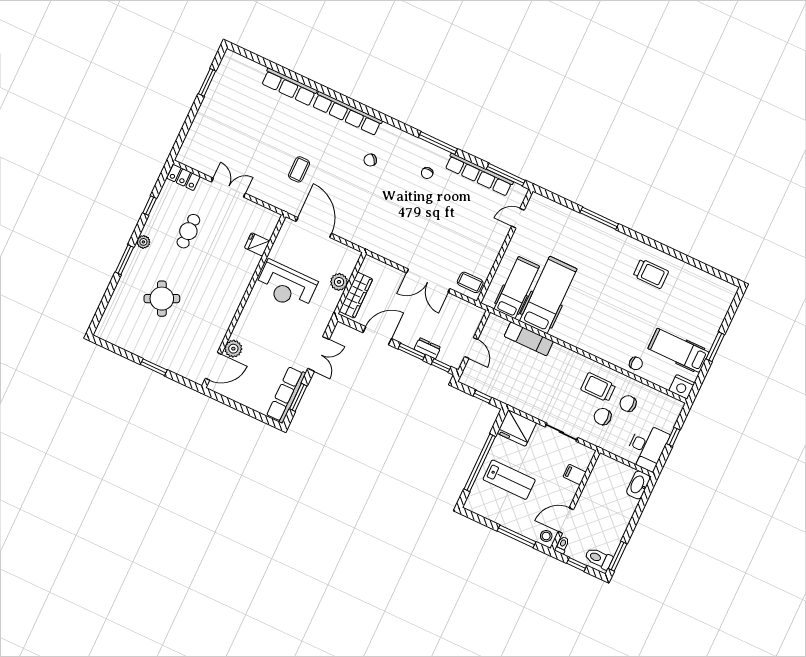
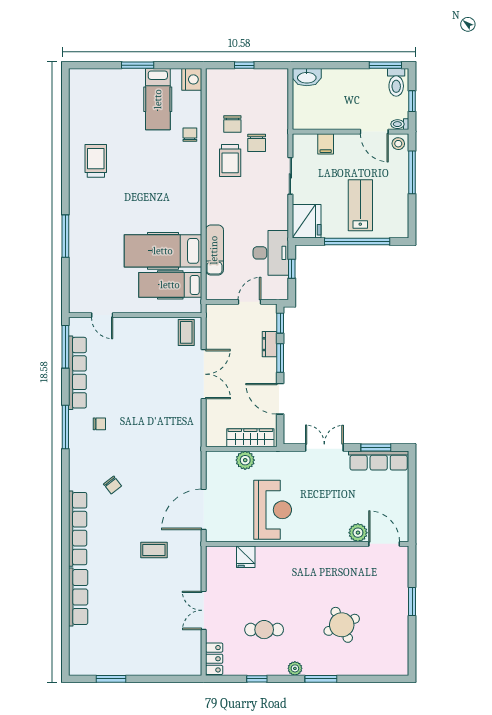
desk: (647, 447) -> (271, 253), moved, turned 90

